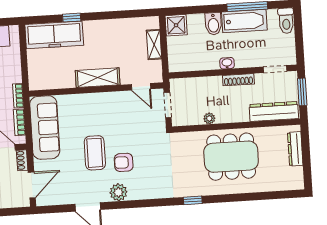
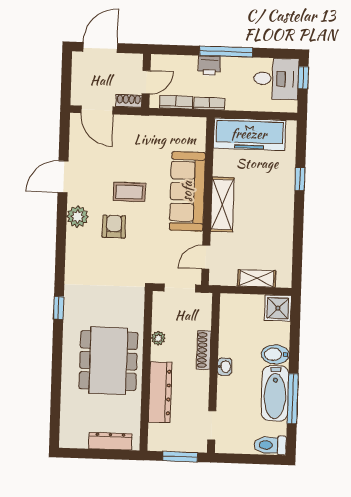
freezer: (54, 35) -> (249, 134), moved, turned -90
shoe rack: (238, 80) -> (204, 350), moved
dresser: (274, 111) -> (160, 392), moved
sofa: (45, 128) -> (187, 191), moved, turned 90
coffee table: (95, 153) -> (129, 192), width x0.73, depth x0.77

